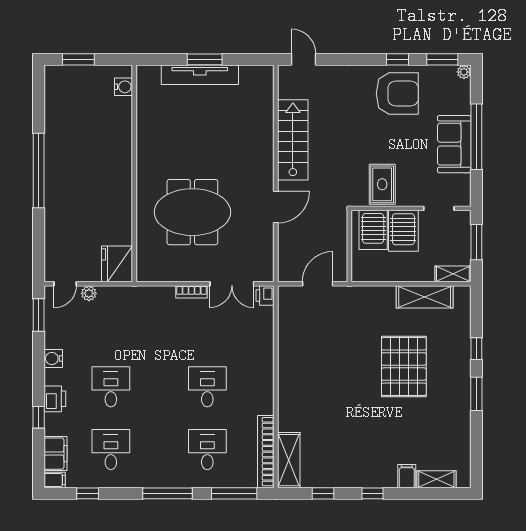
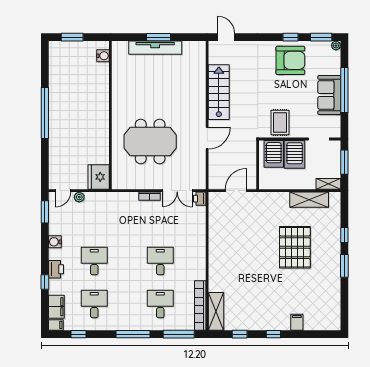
shelving: (436, 479) -> (317, 324), removed

